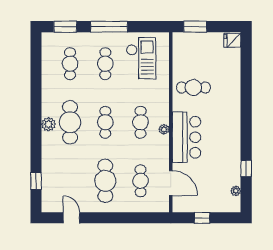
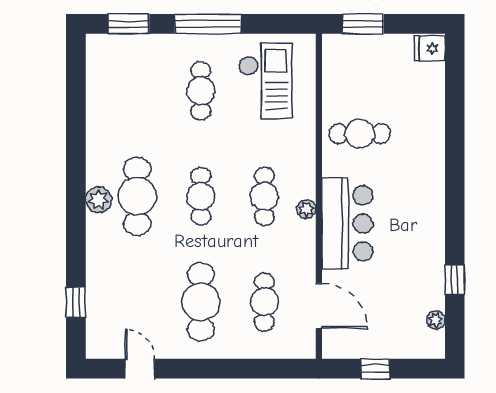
cafe table: (70, 64) -> (137, 91), removed

